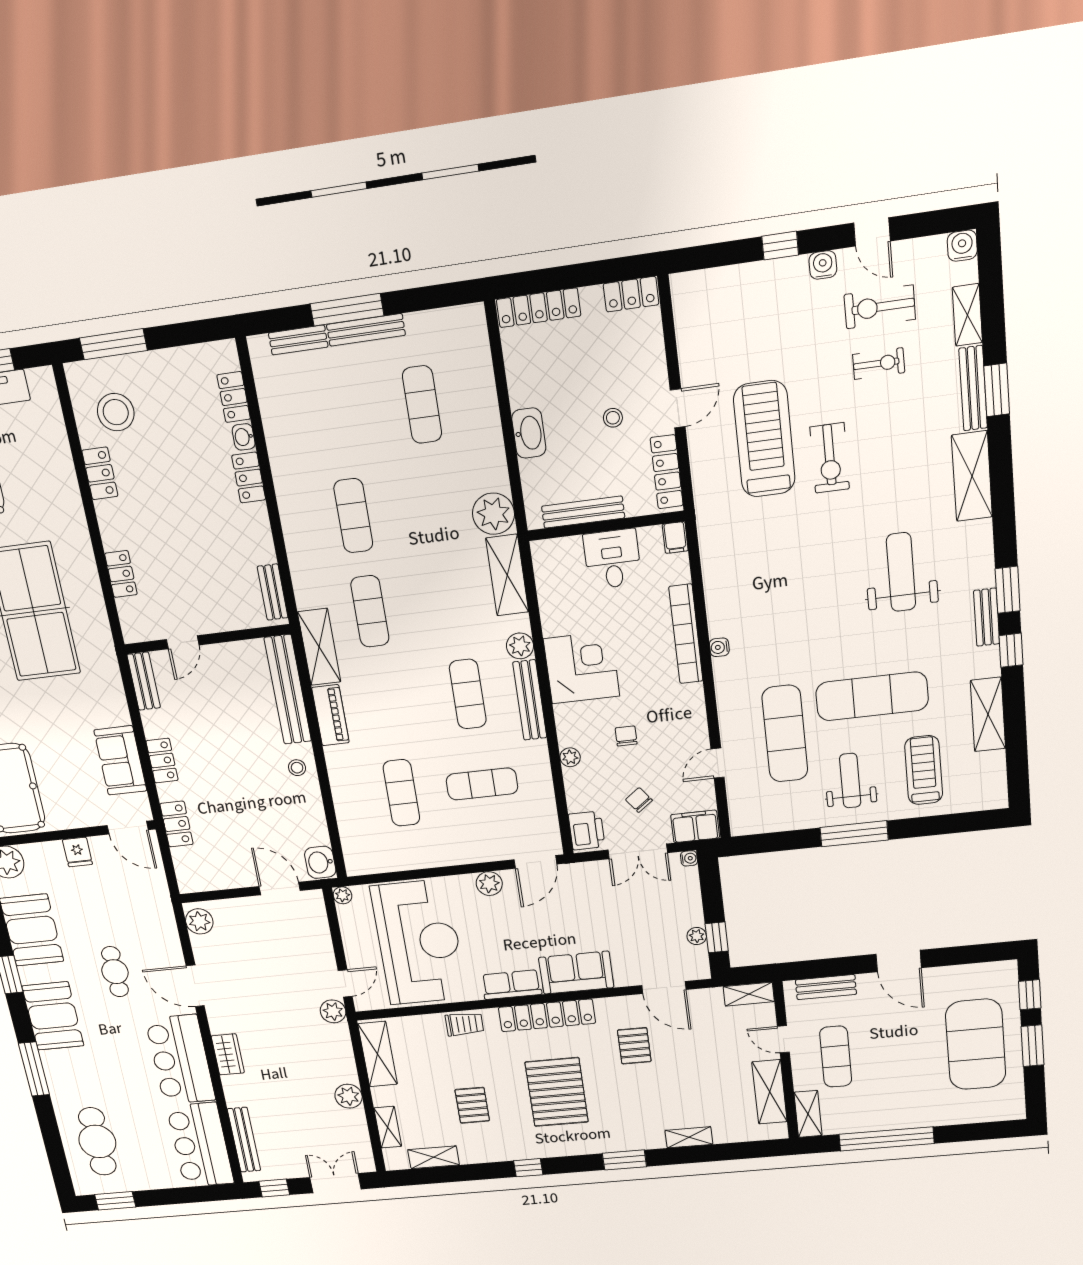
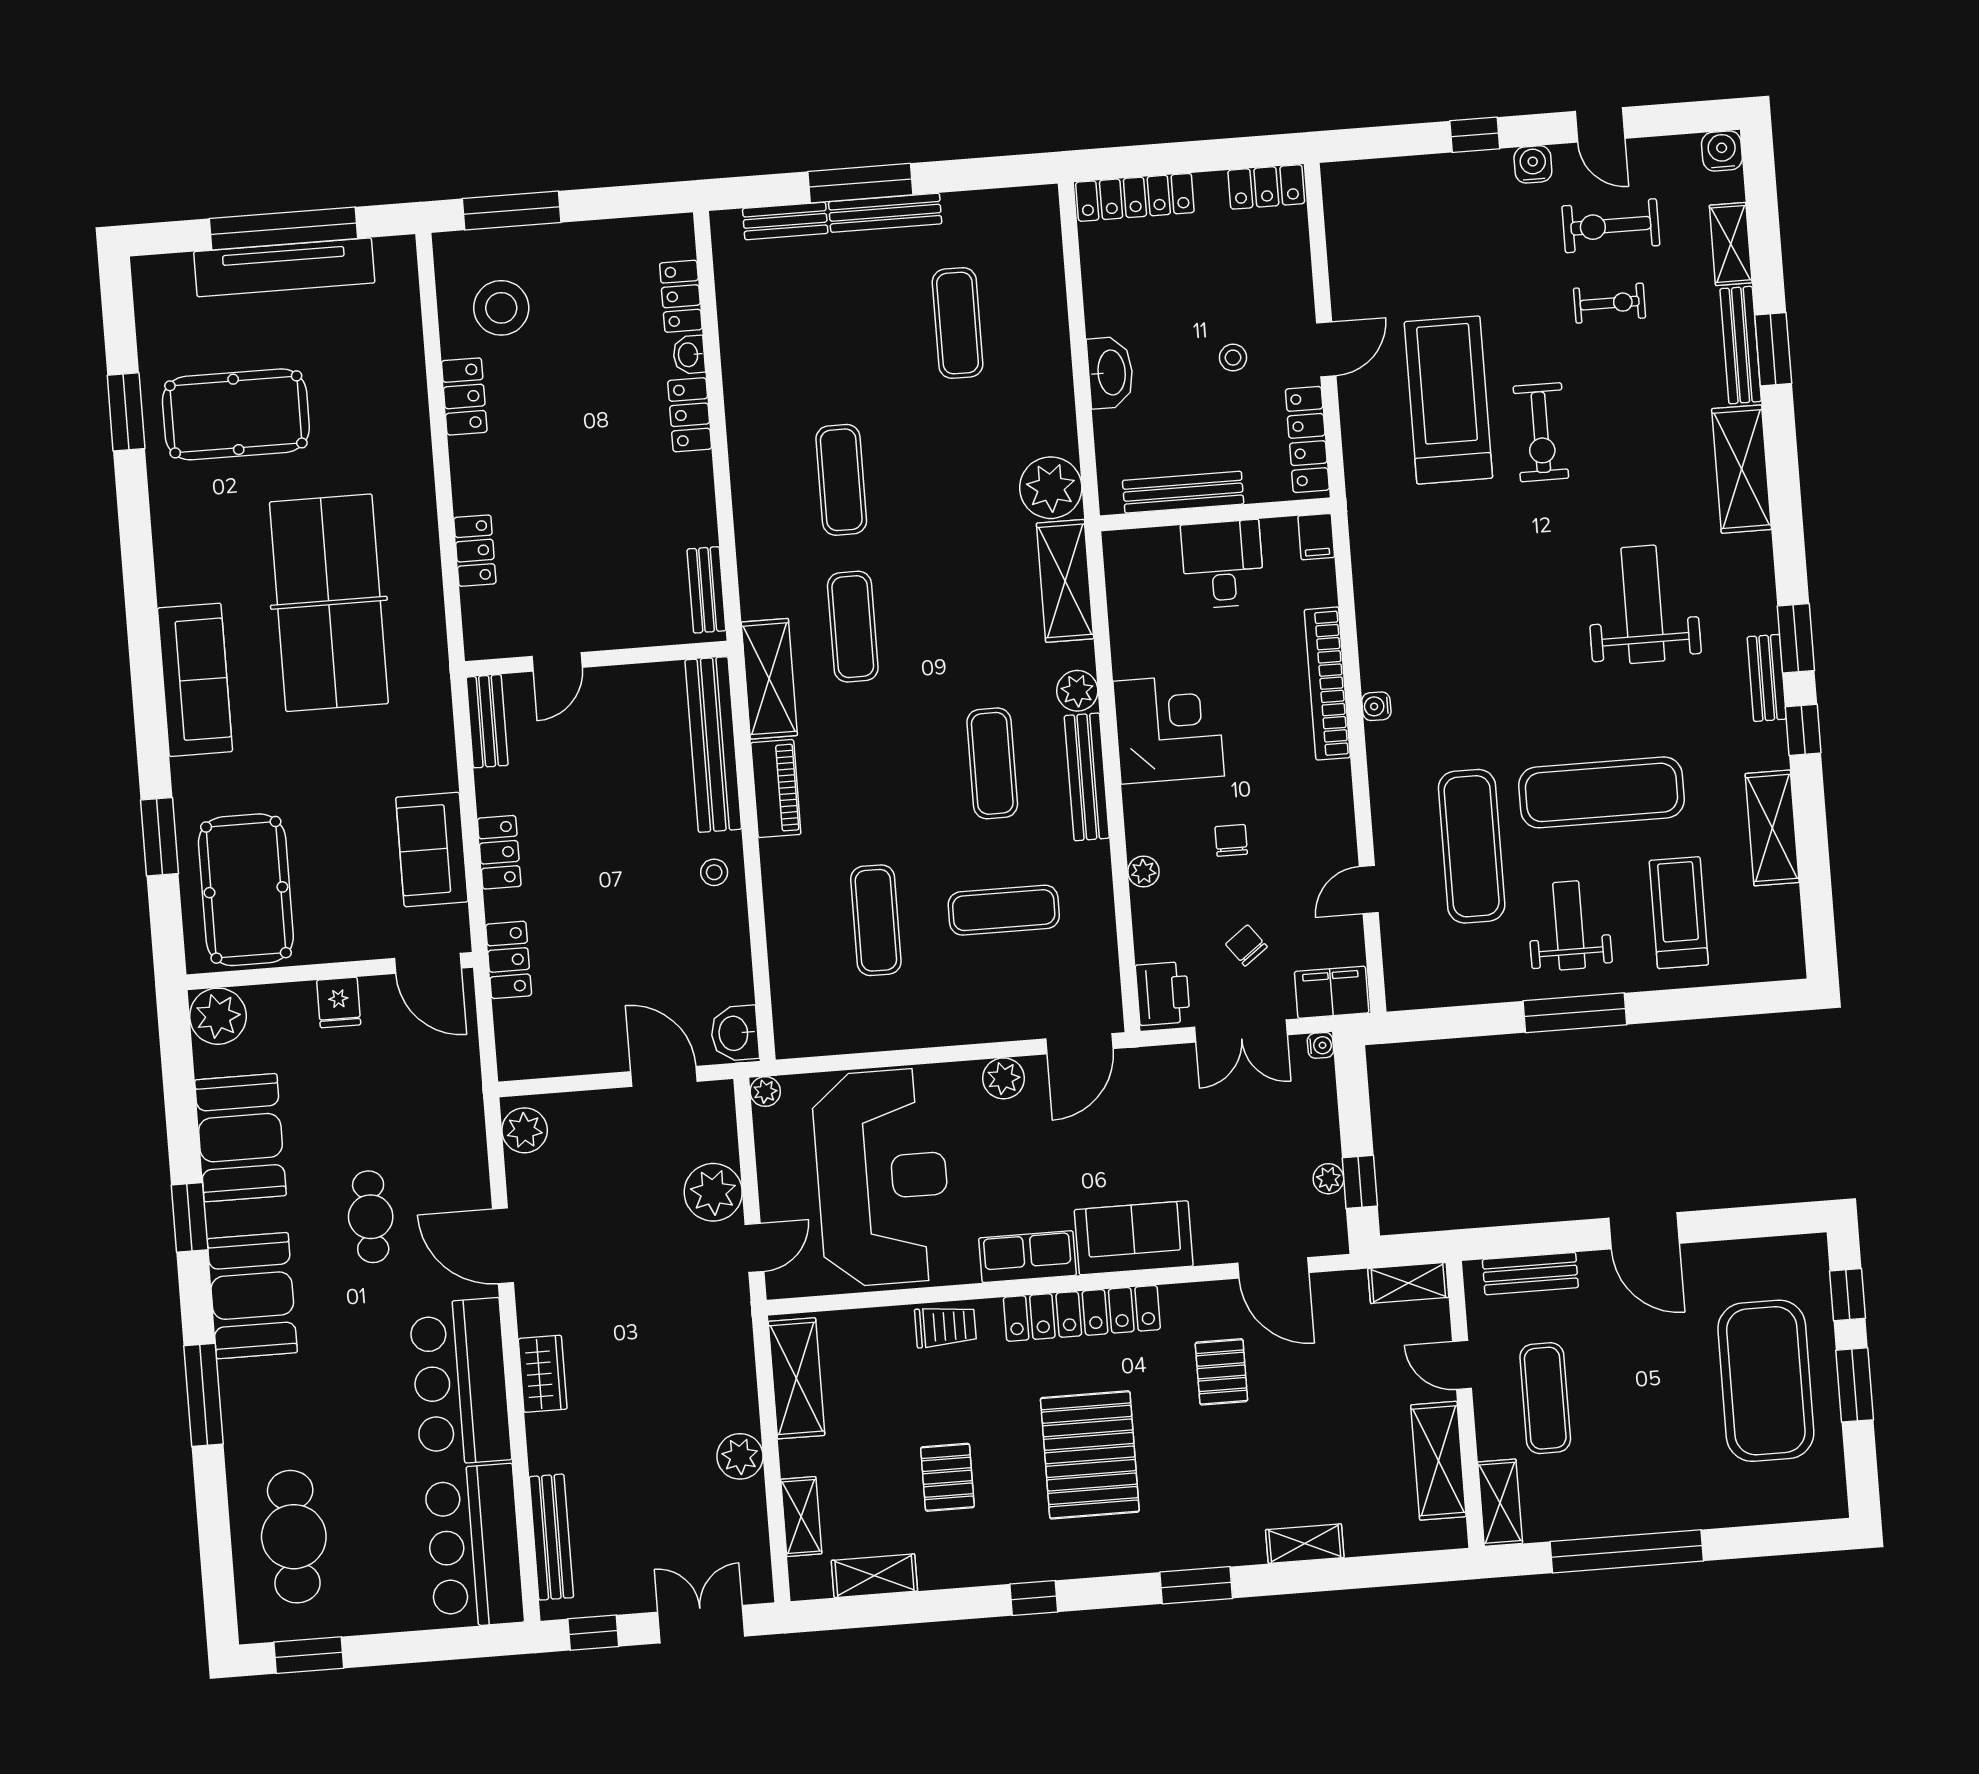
plant: (333, 1011) -> (713, 1192), moved, width x1.36, depth x1.36

